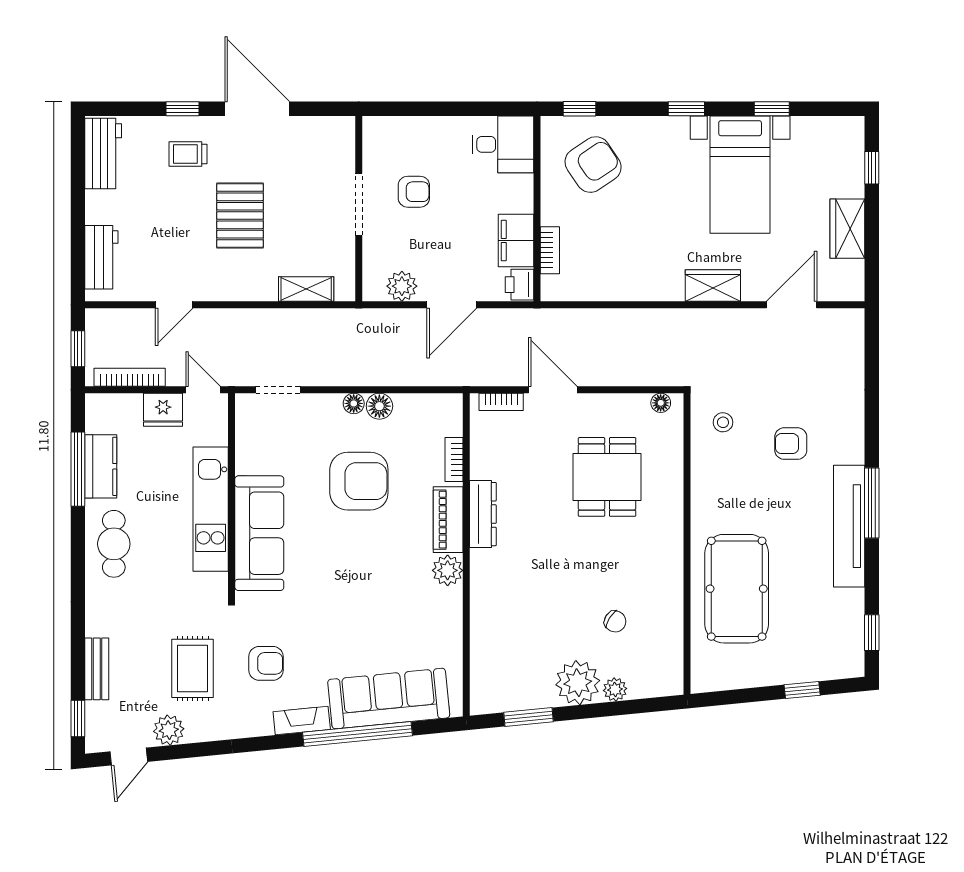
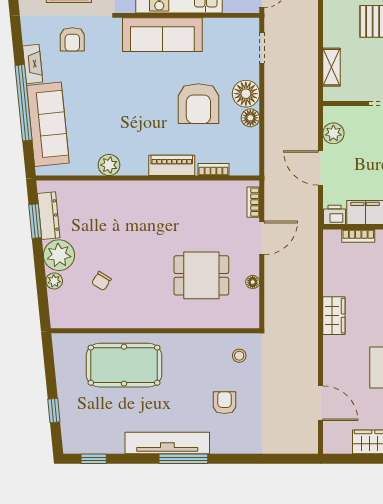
wardrobe: (713, 285) -> (334, 316), moved
floor lamp: (354, 403) -> (246, 94), width x1.89, depth x1.89
floor lamp: (661, 403) -> (253, 282), moved
dresser: (483, 514) -> (49, 216), moved, turned -96
plant: (448, 570) -> (109, 165), moved

